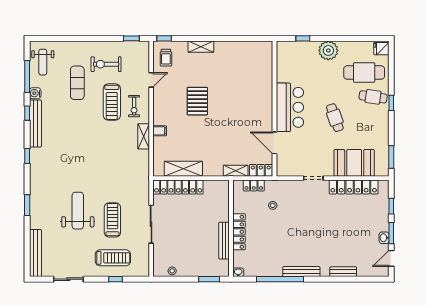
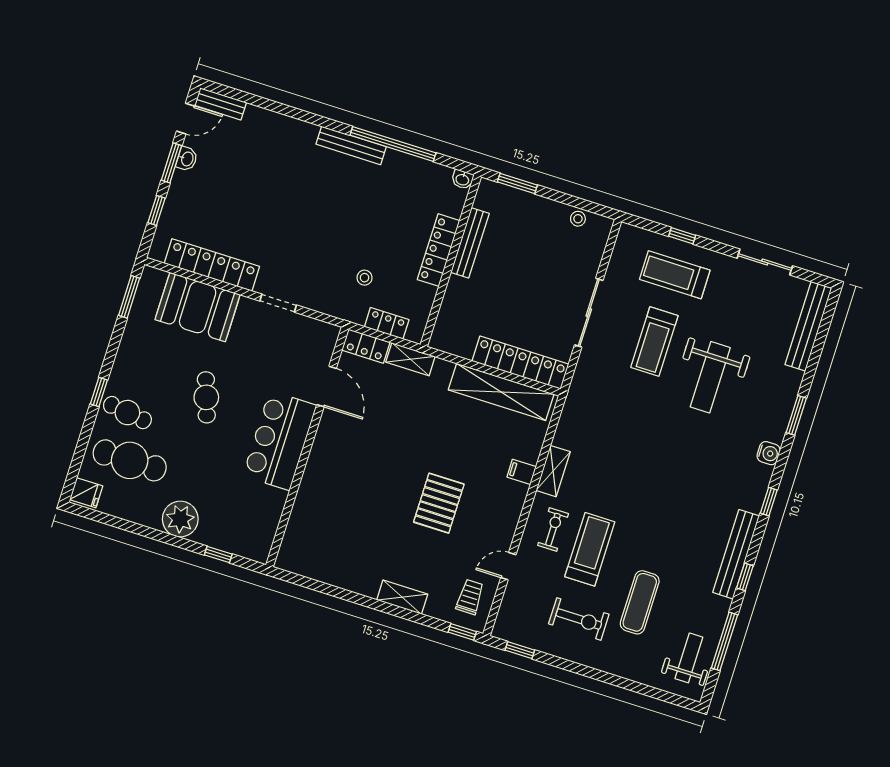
water cooler: (35, 93) -> (769, 453), moved
shelving: (183, 169) -> (501, 392), width x1.47
bench: (343, 272) -> (221, 104), moved

